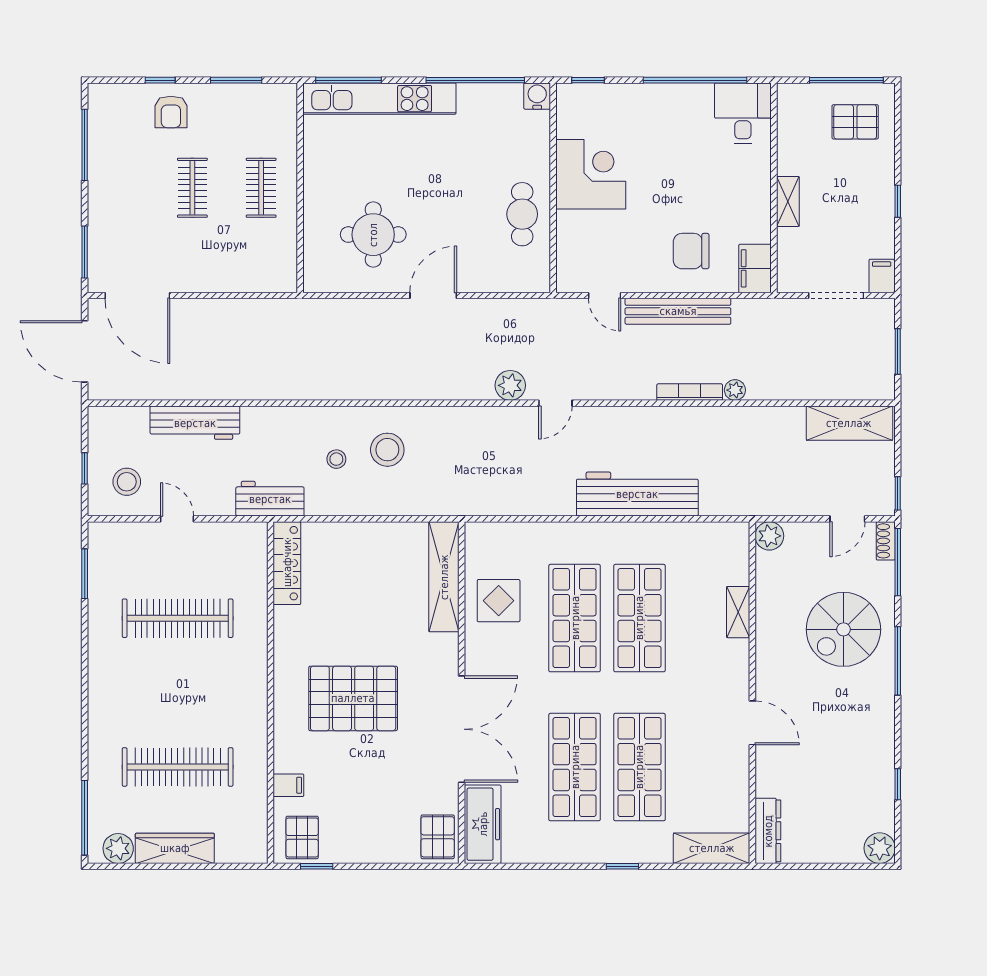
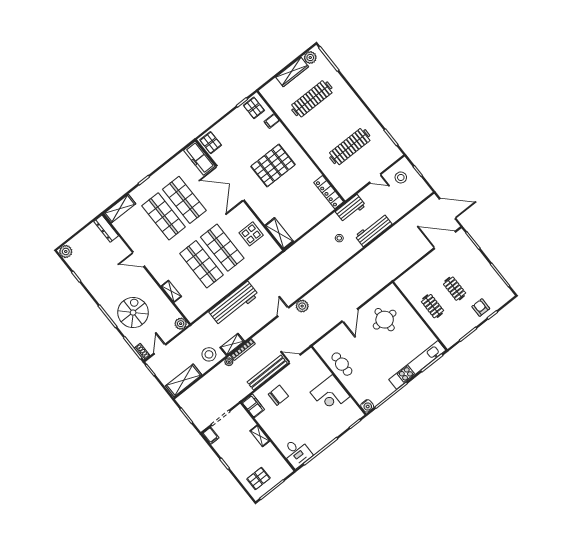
shelving: (702, 418) -> (232, 344), added
workbench: (195, 423) -> (374, 230), moved
stool: (387, 450) -> (209, 354), moved
shelving: (444, 577) -> (279, 233), width x0.68

